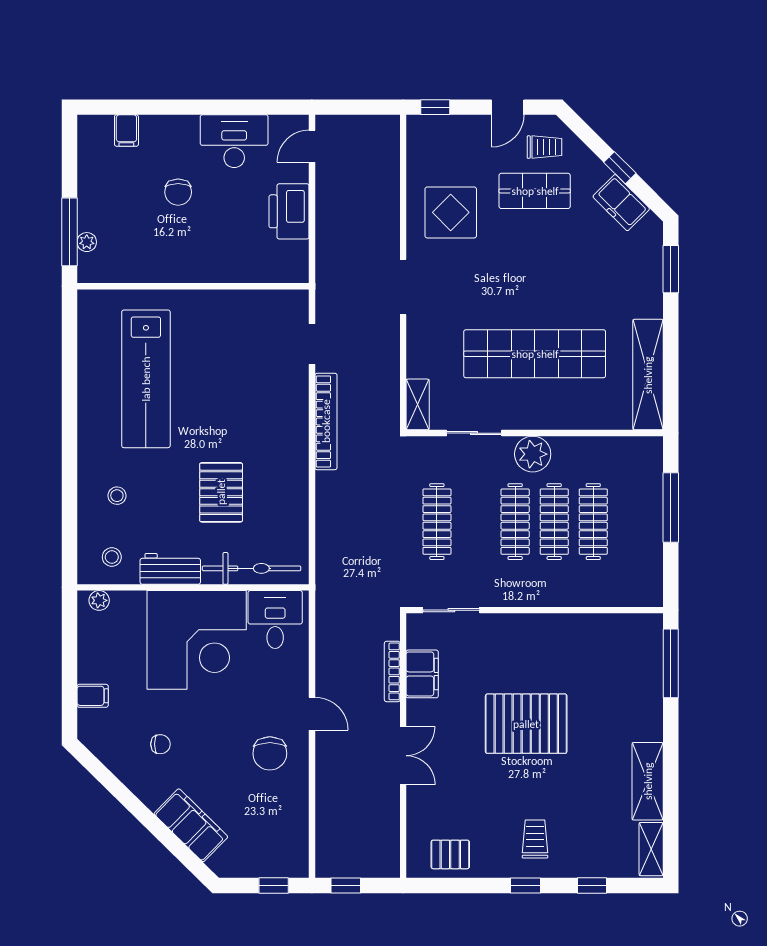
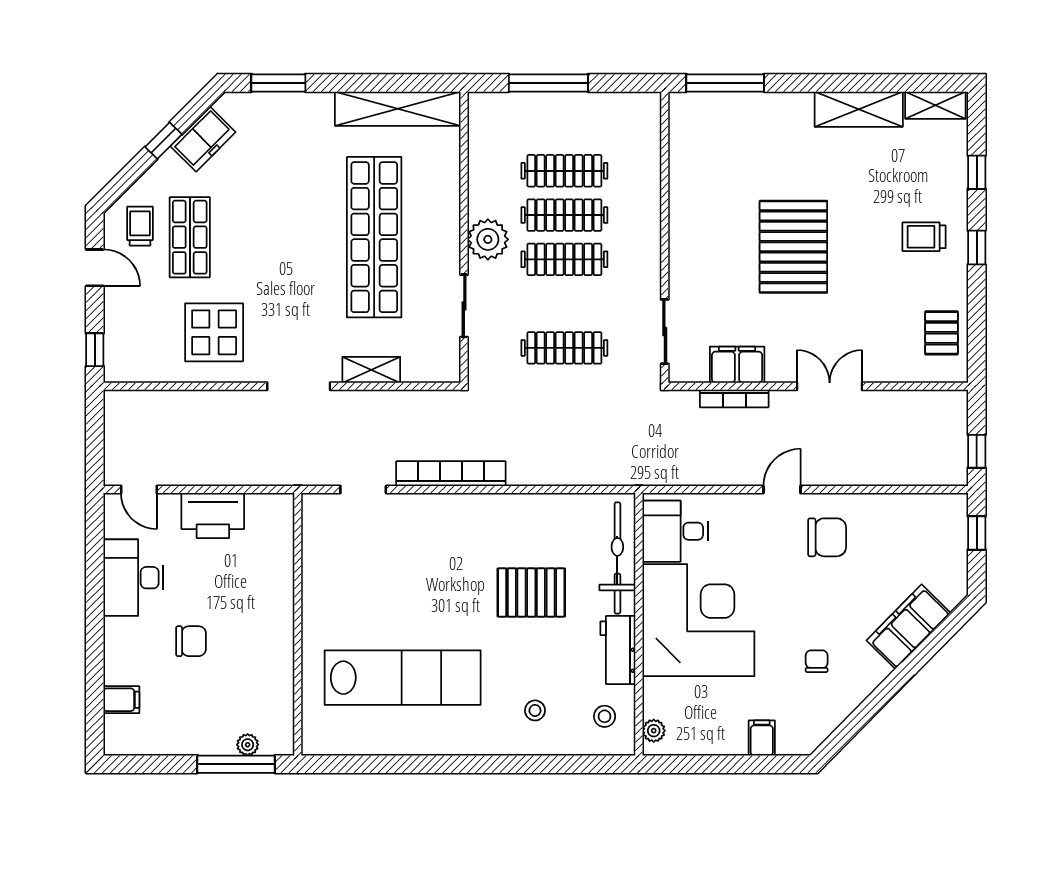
shelving: (418, 404) -> (371, 370), moved

